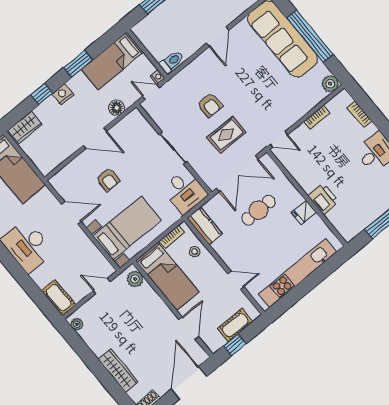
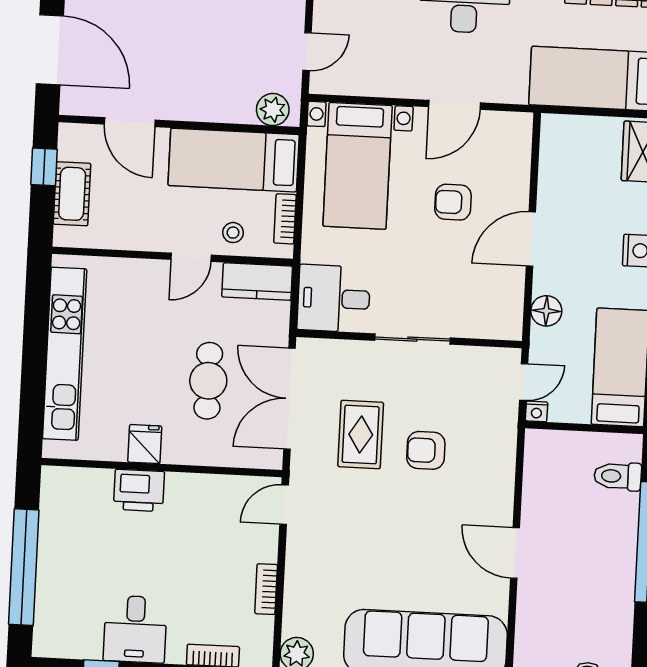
toilet: (172, 62) -> (618, 476), moved, turned 90
door: (236, 280) -> (191, 257), moved

